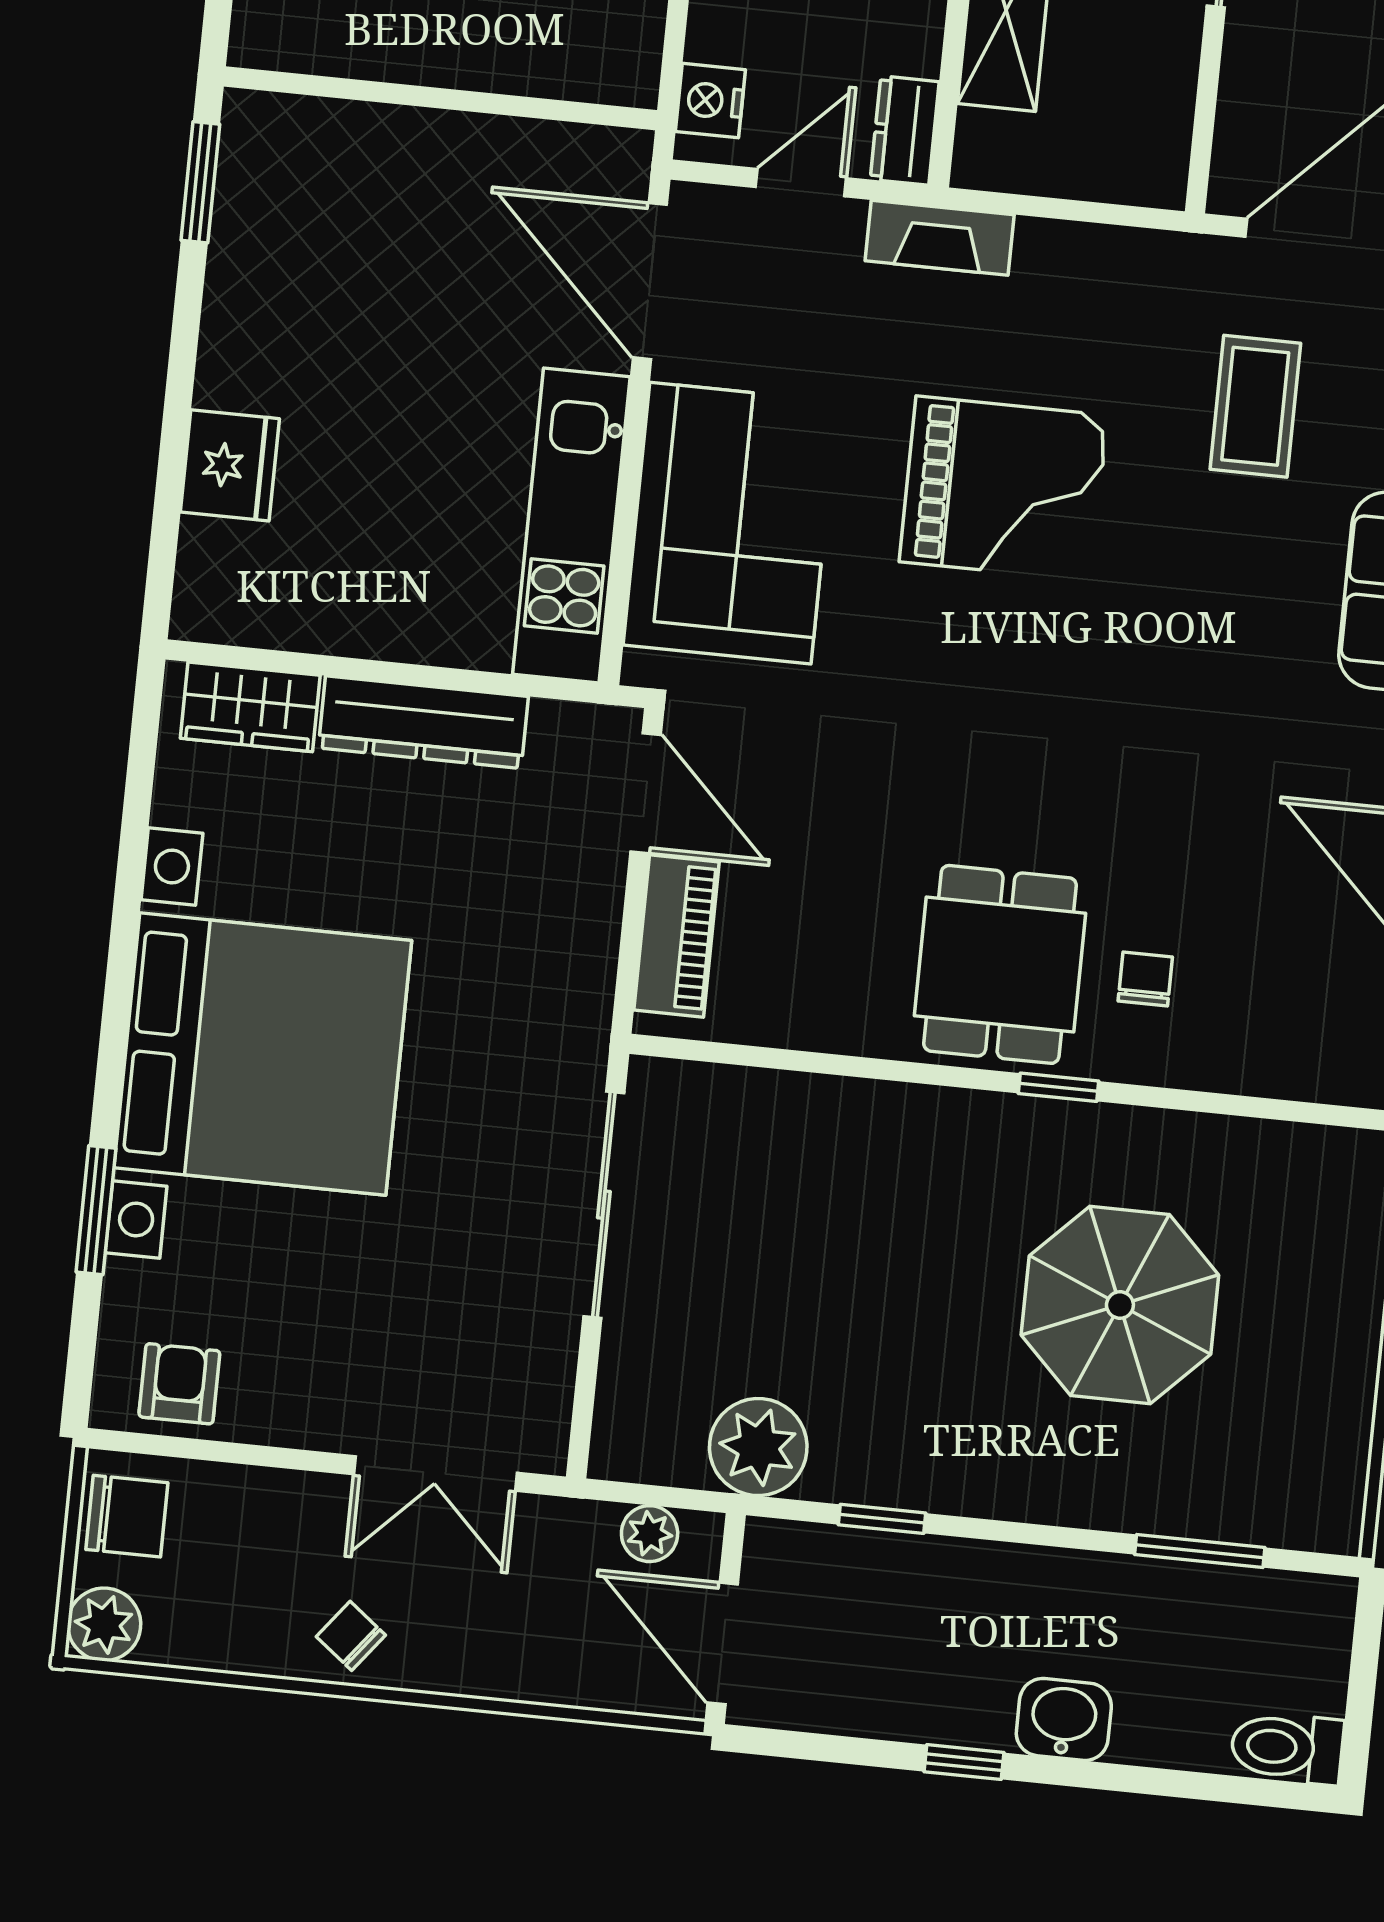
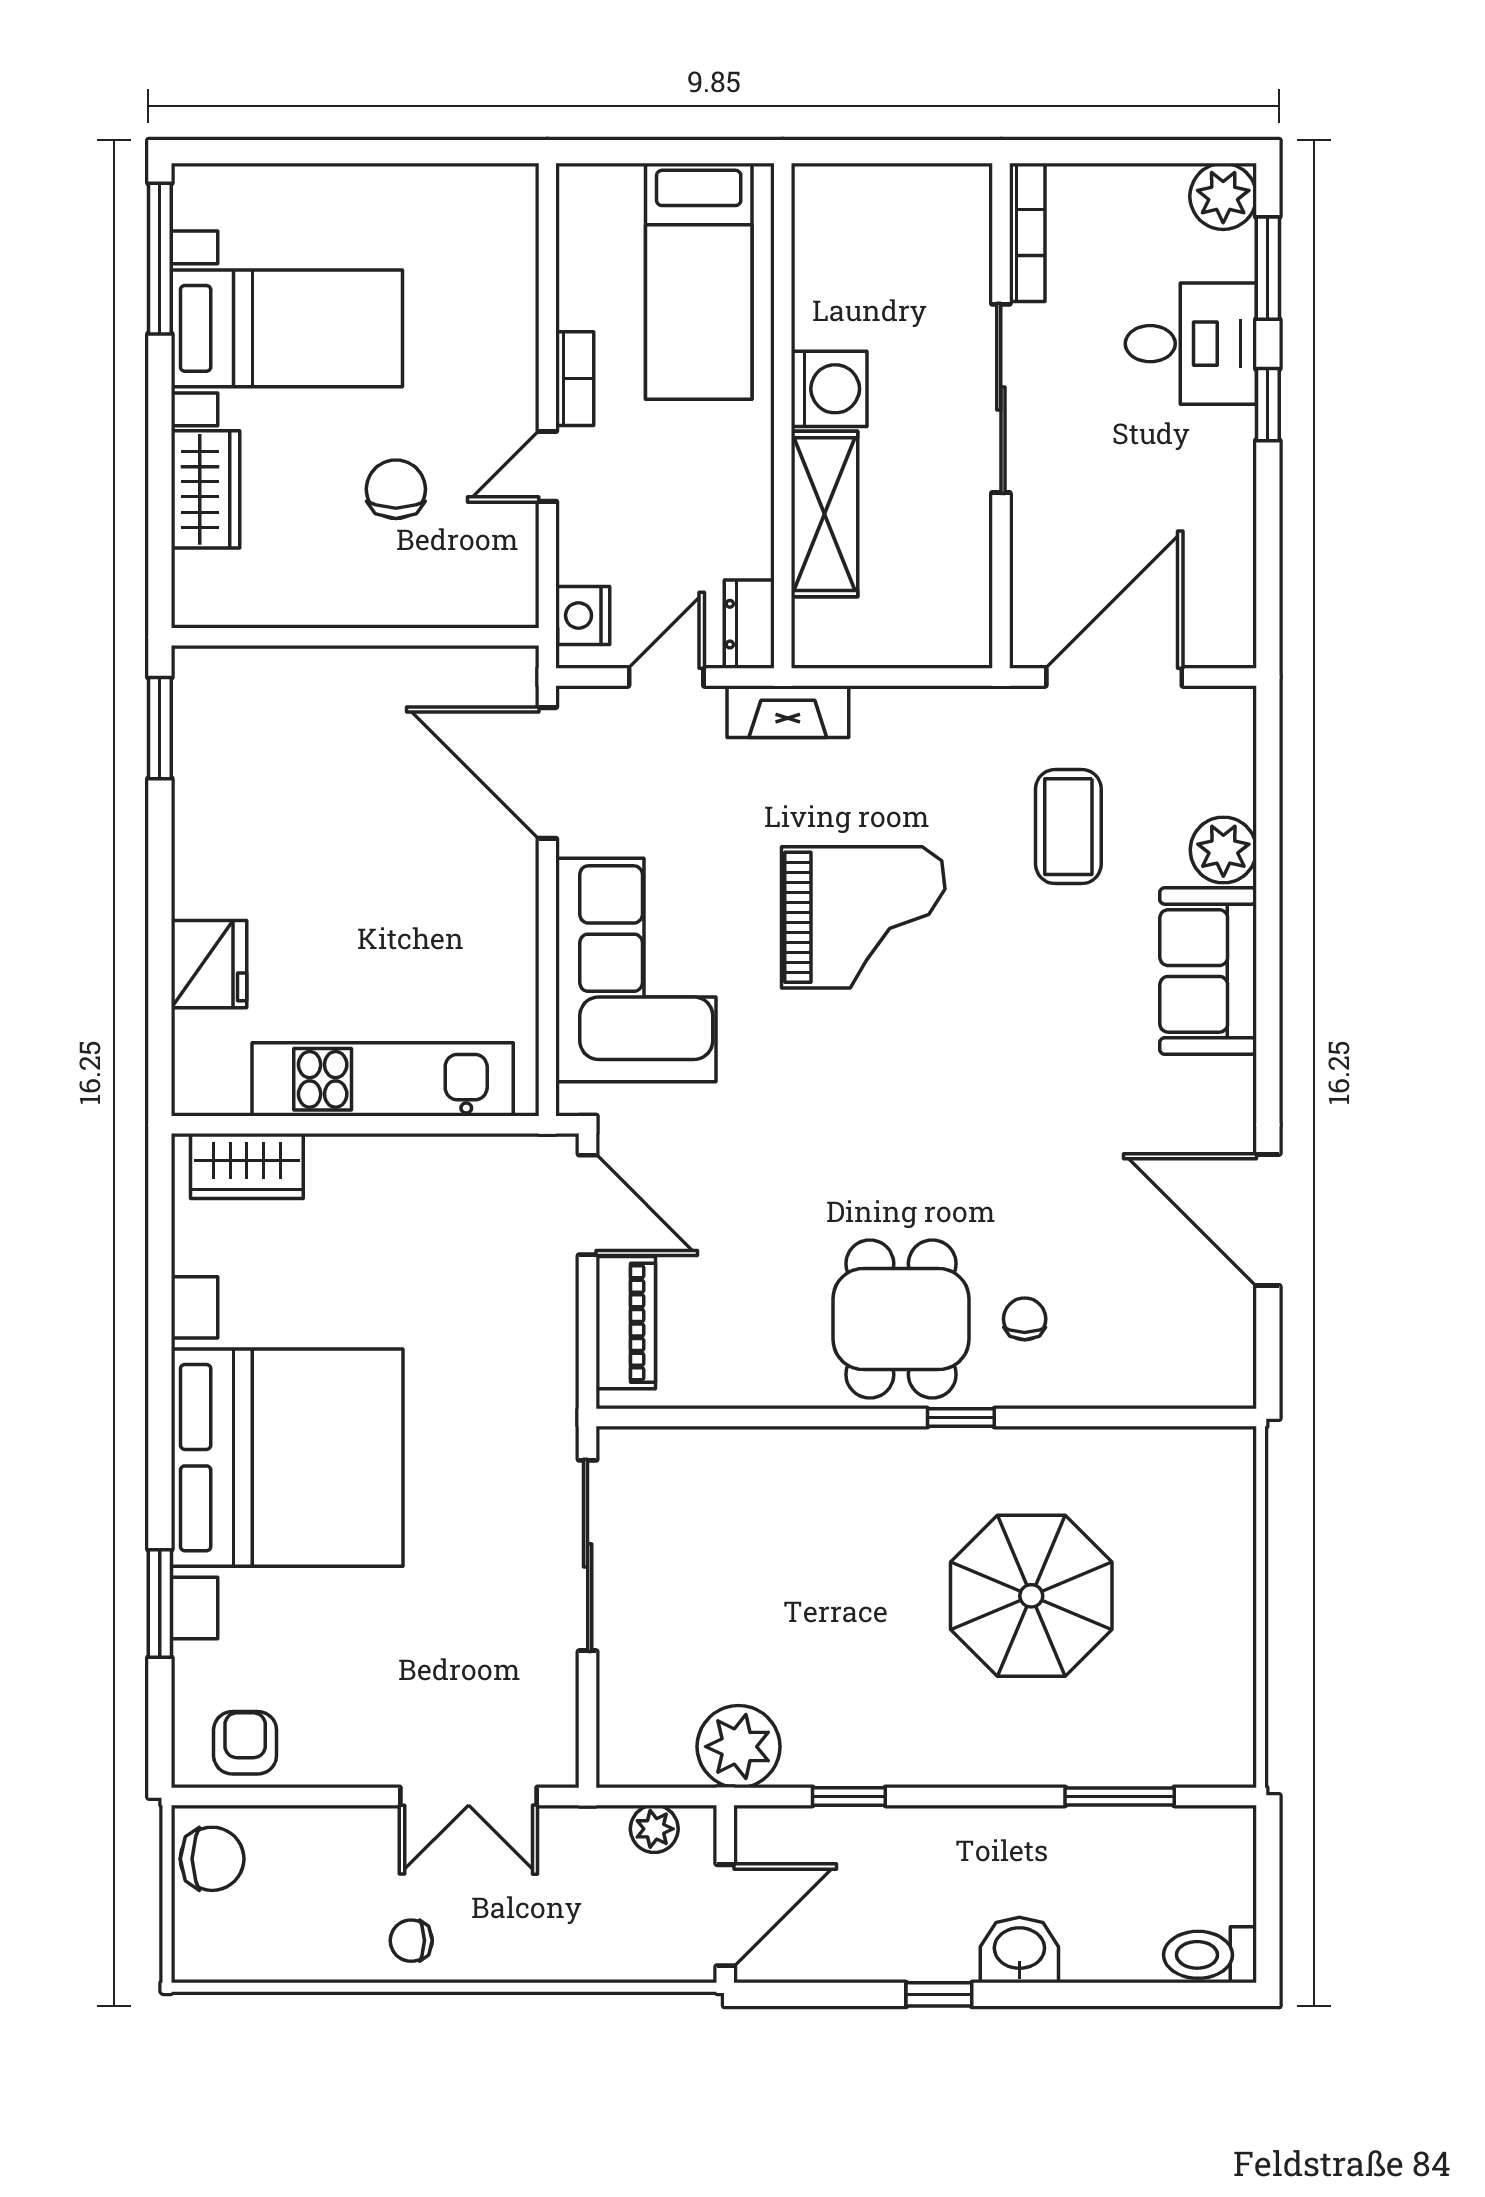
kitchen unit: (571, 525) -> (383, 1079), moved, turned 90
dresser: (423, 722) -> (394, 1164), removed
plant: (104, 1624) -> (202, 1952), removed
chair: (351, 1636) -> (411, 1941), turned -38
door: (723, 1644) -> (725, 1915), swing flipped

